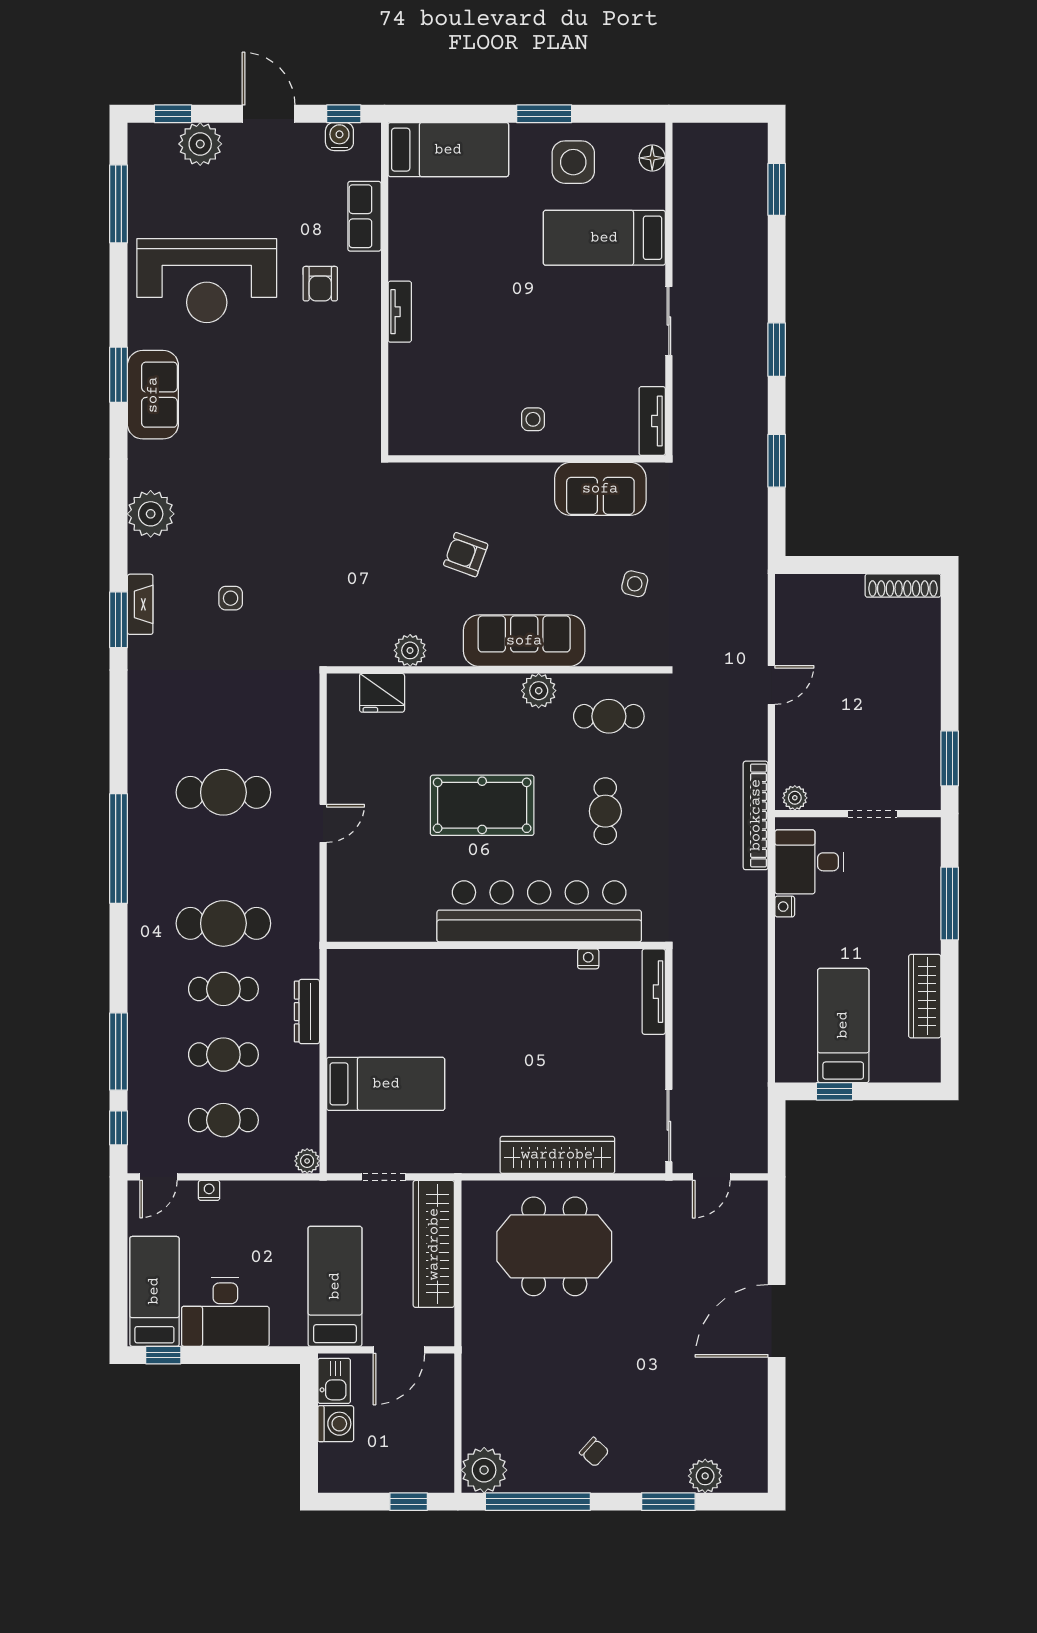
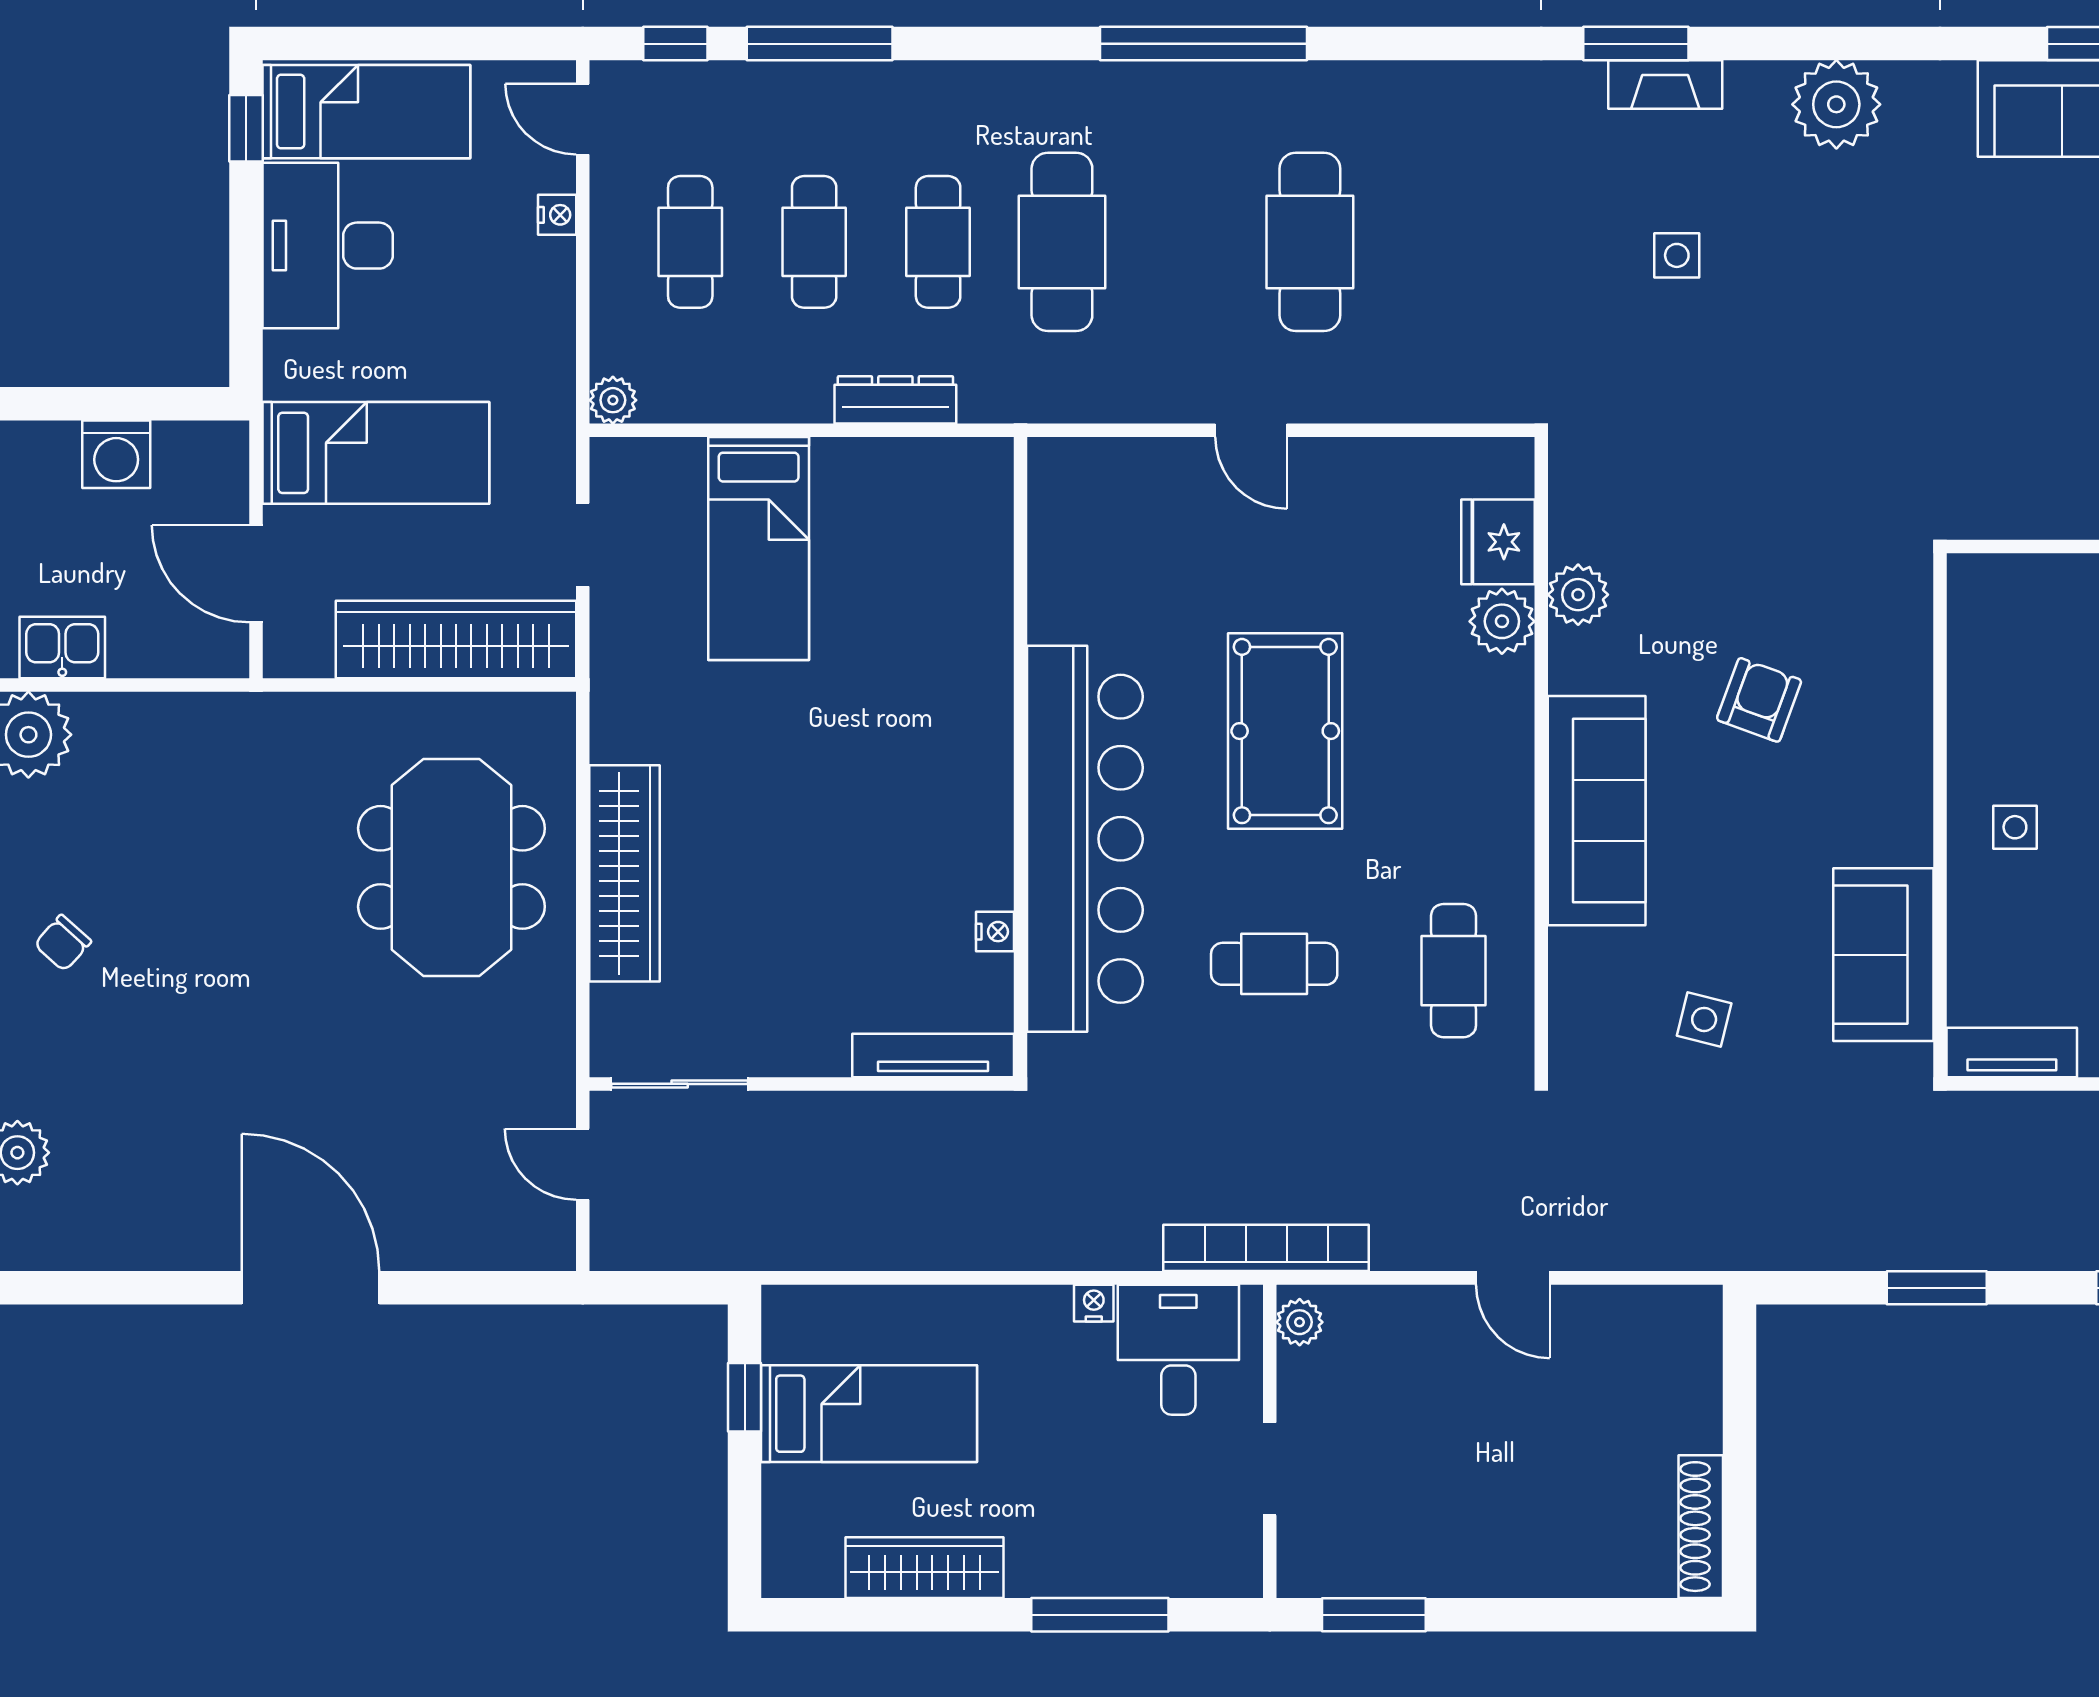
plant: (539, 691) -> (1502, 621), moved
kitchen sink: (334, 1381) -> (62, 648), moved, turned 180

